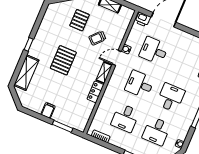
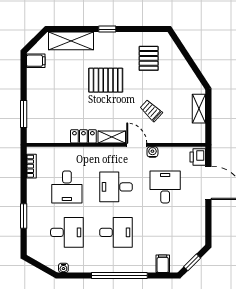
pallet: (80, 20) -> (149, 58), moved, turned 90
desk: (140, 84) -> (116, 187), turned -90
filing cabinet: (48, 110) -> (36, 61), moved
desk: (125, 118) -> (67, 187), turned -90
desk: (156, 131) -> (67, 232), turned 180

